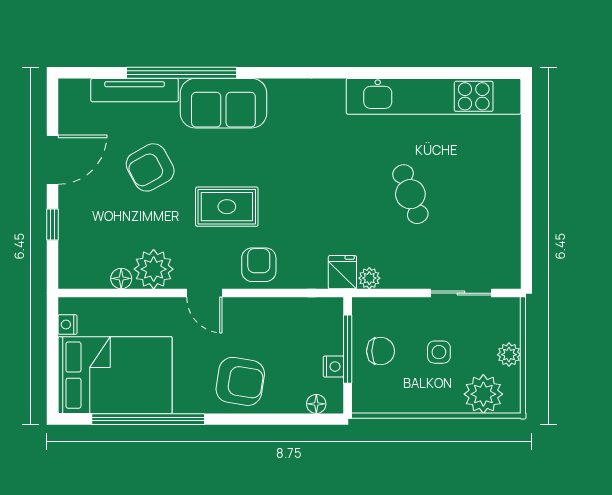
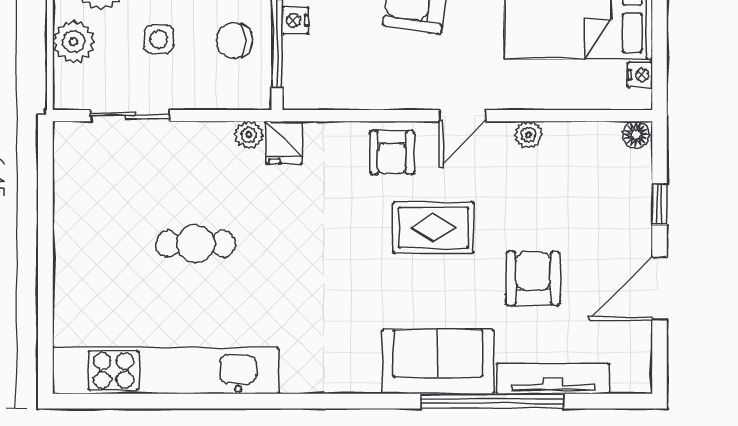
armchair: (150, 167) -> (533, 278), turned -61
cafe table: (410, 194) -> (196, 244), turned -70
plant: (154, 269) -> (528, 135), width x0.53, depth x0.53
floor lamp: (121, 278) -> (636, 134), moved
door: (204, 293) -> (463, 116), swing flipped
plant: (509, 355) -> (74, 42), width x1.38, depth x1.38

